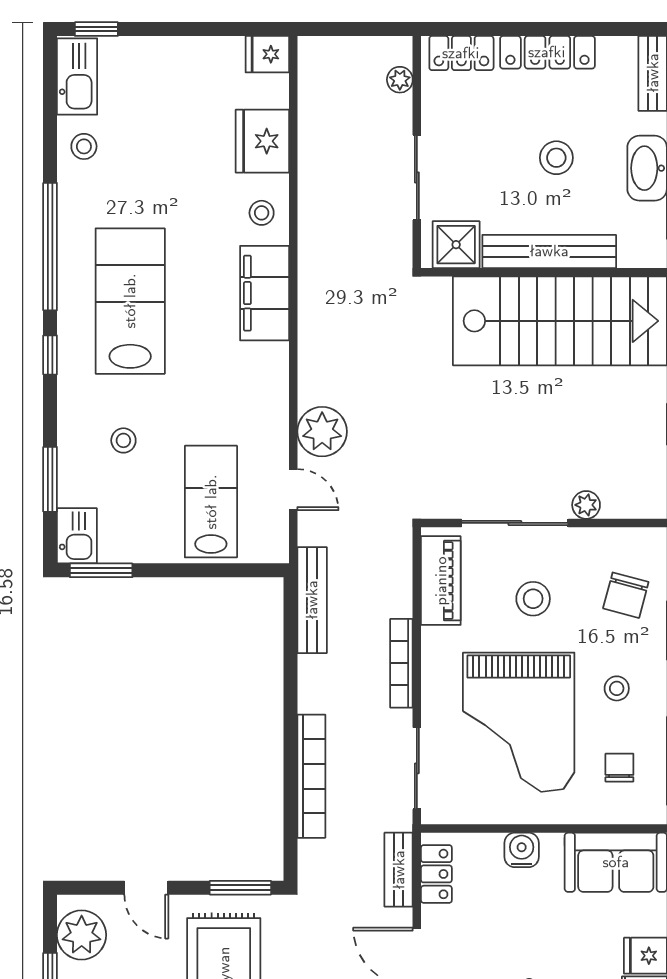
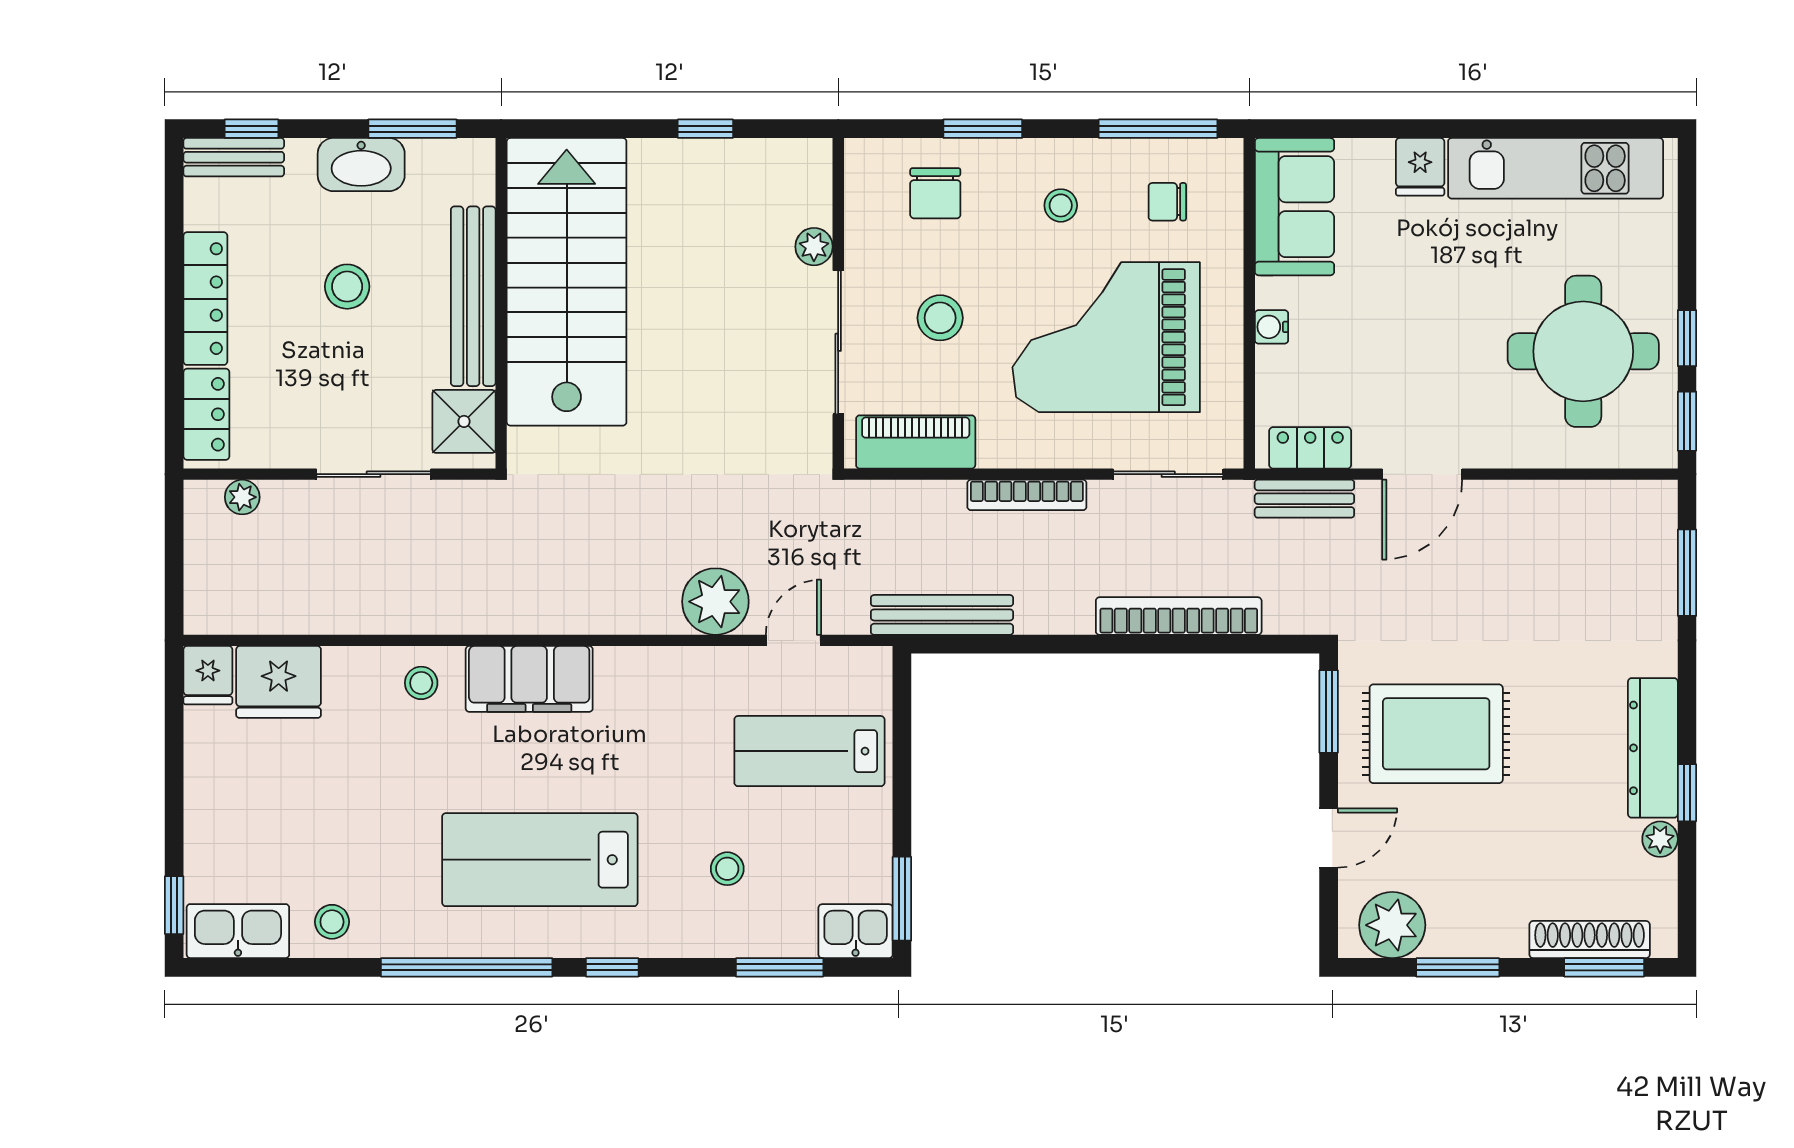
fridge: (262, 141) -> (279, 682), moved
chair: (626, 595) -> (935, 193), turned 75
grand piano: (519, 722) -> (1106, 337), turned 180
water cooler: (522, 850) -> (1271, 327), width x0.72, depth x0.72

